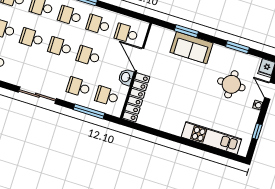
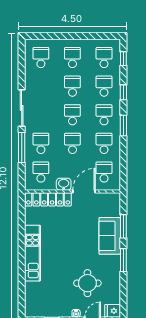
window: (237, 47) -> (123, 260), moved
window: (89, 111) -> (22, 148), moved
kitchen unit: (211, 138) -> (32, 253), moved

